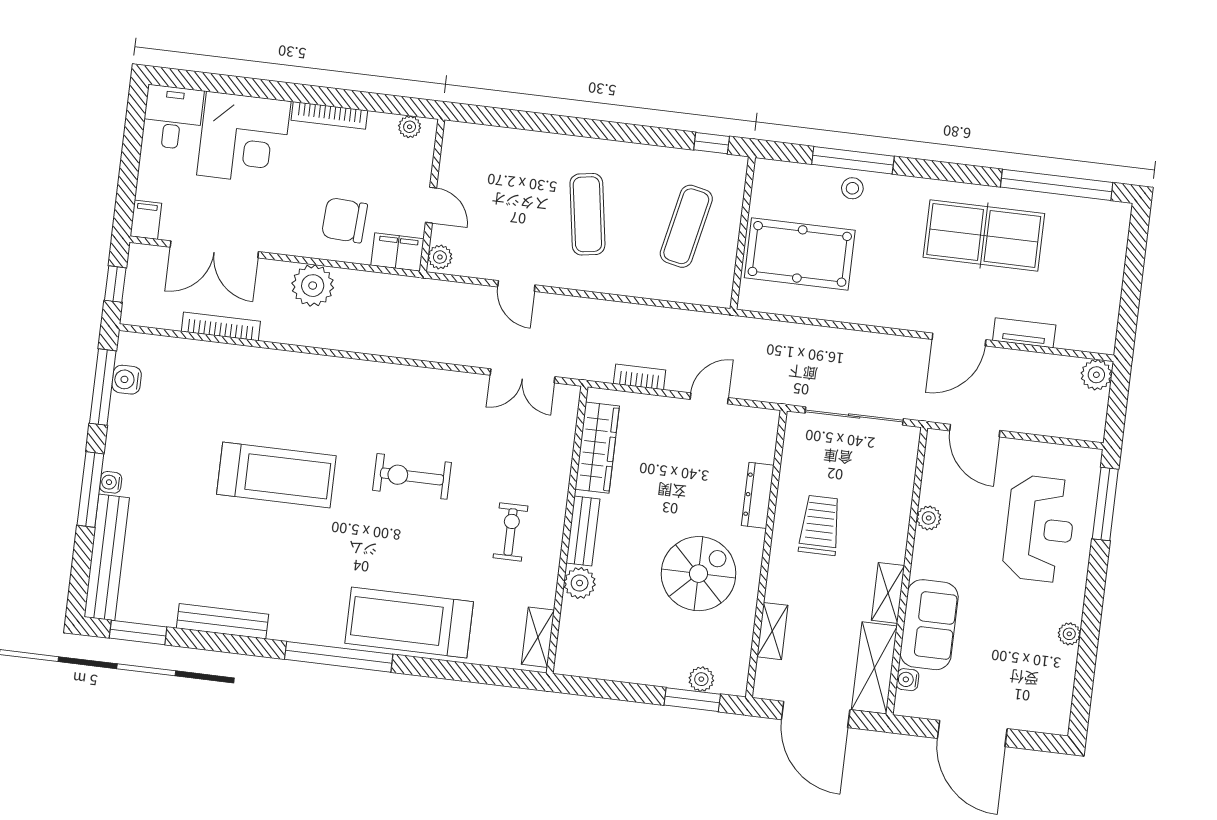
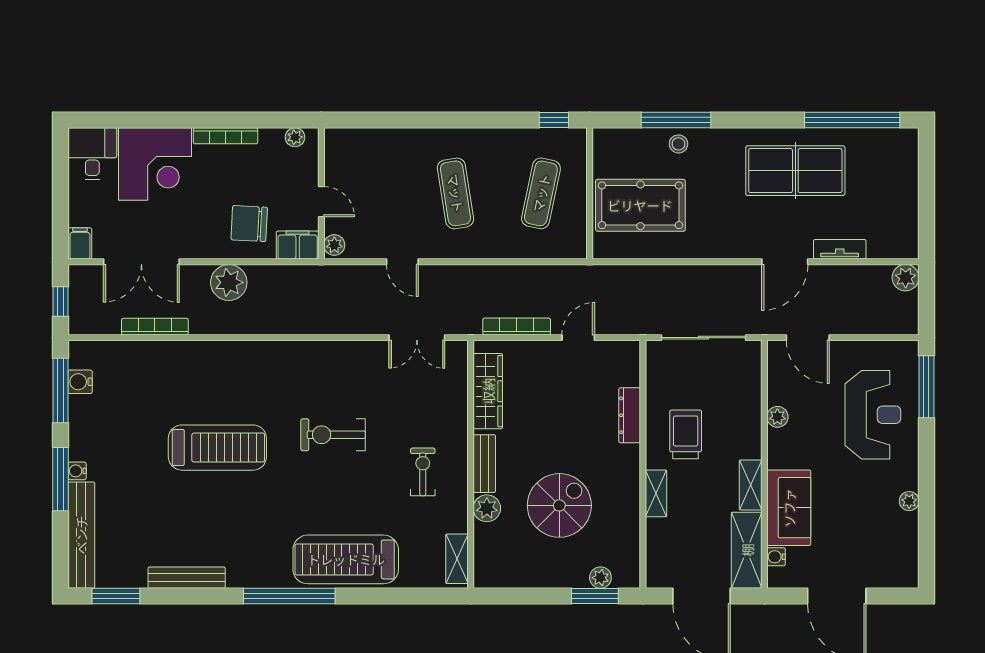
bookcase: (640, 377) -> (517, 327), width x1.56
spiral stairs: (698, 574) -> (559, 505), moved
shelving: (772, 631) -> (656, 493), moved

